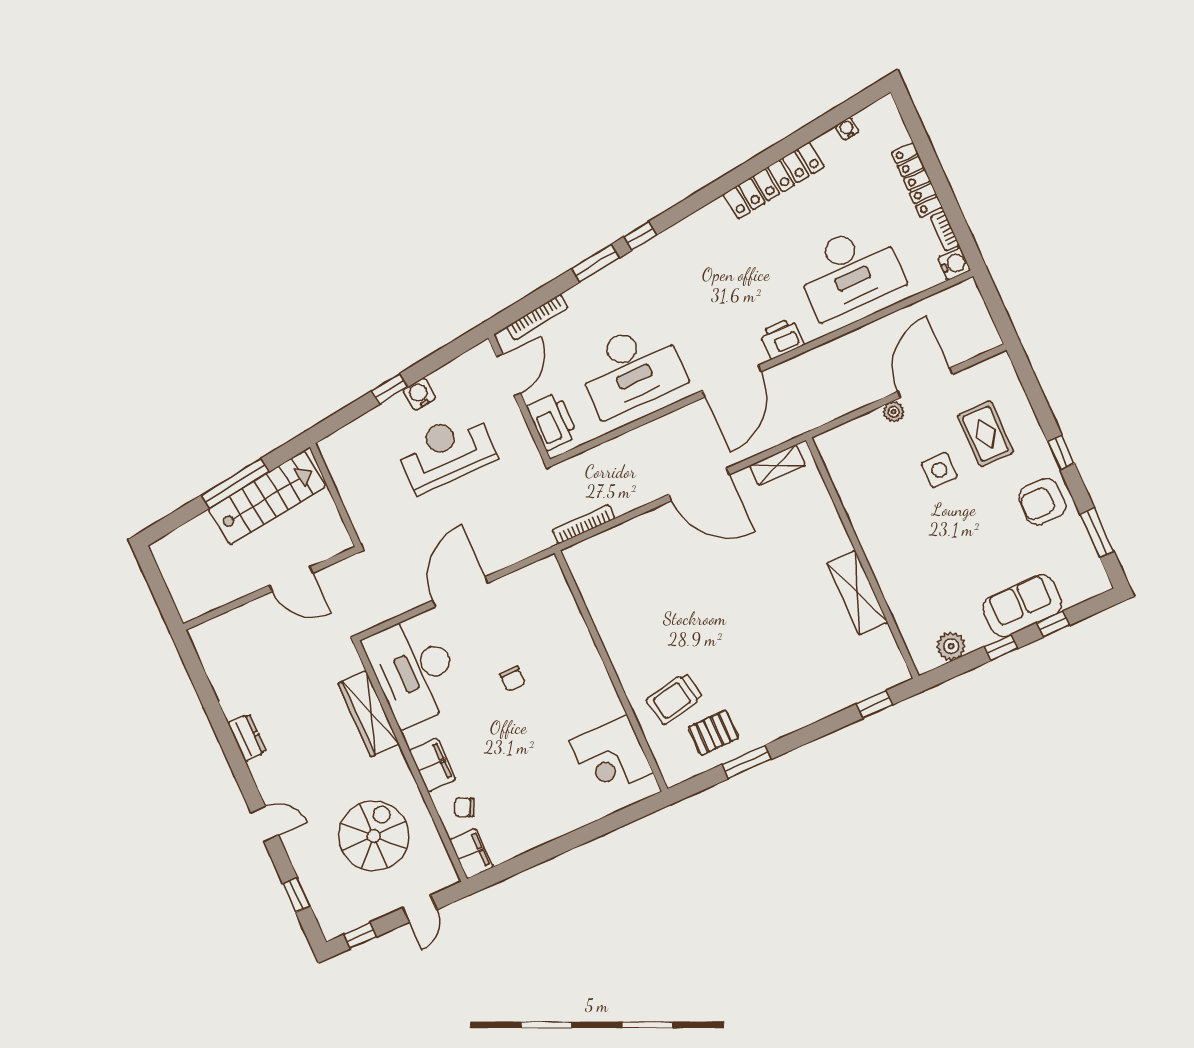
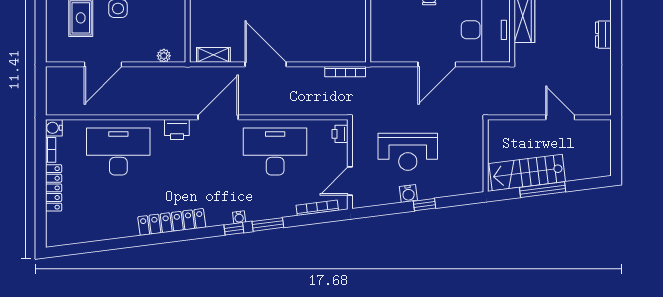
water cooler: (847, 129) -> (239, 217), moved
locker: (774, 180) -> (172, 222), moved
plant: (894, 412) -> (164, 56), moved
printer: (552, 421) -> (340, 134), width x0.53, depth x0.68
door: (291, 579) -> (560, 117), moved

